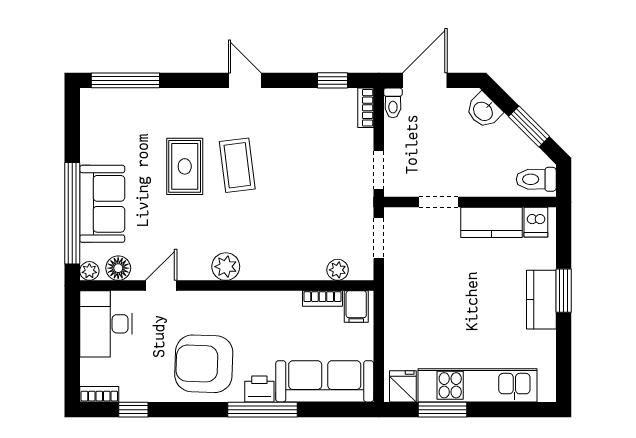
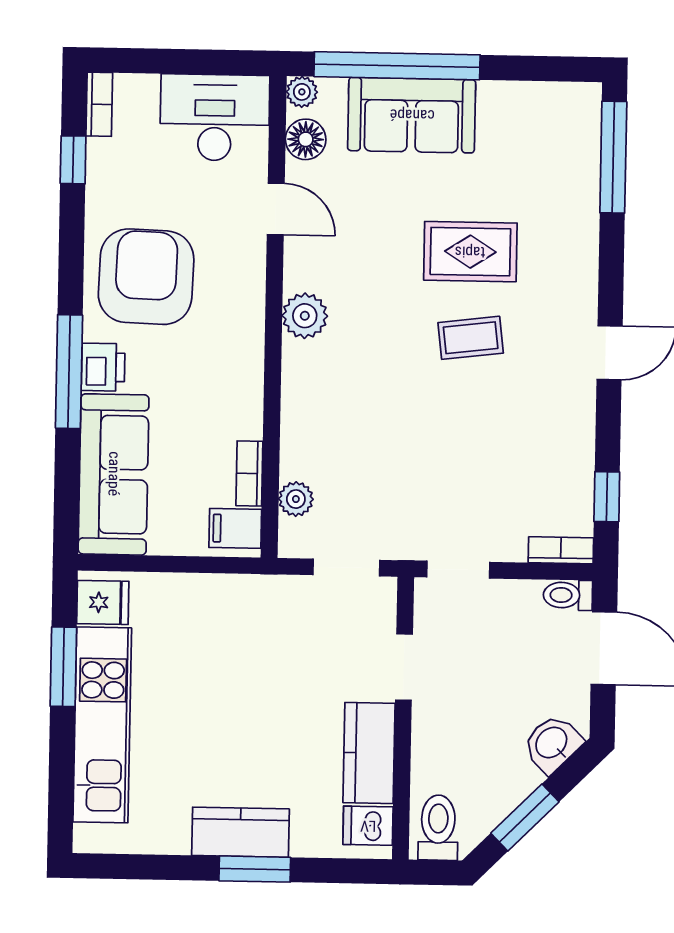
coffee table: (237, 165) -> (471, 338), width x0.73, depth x0.77

